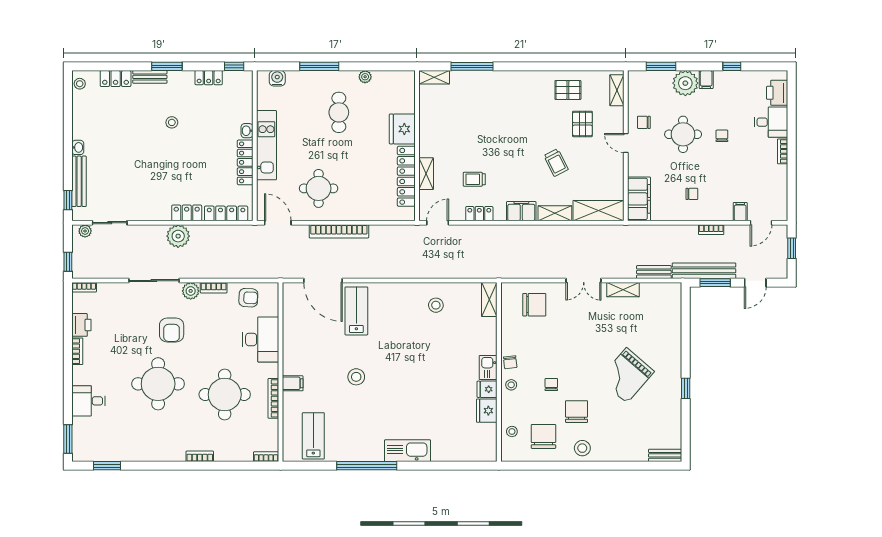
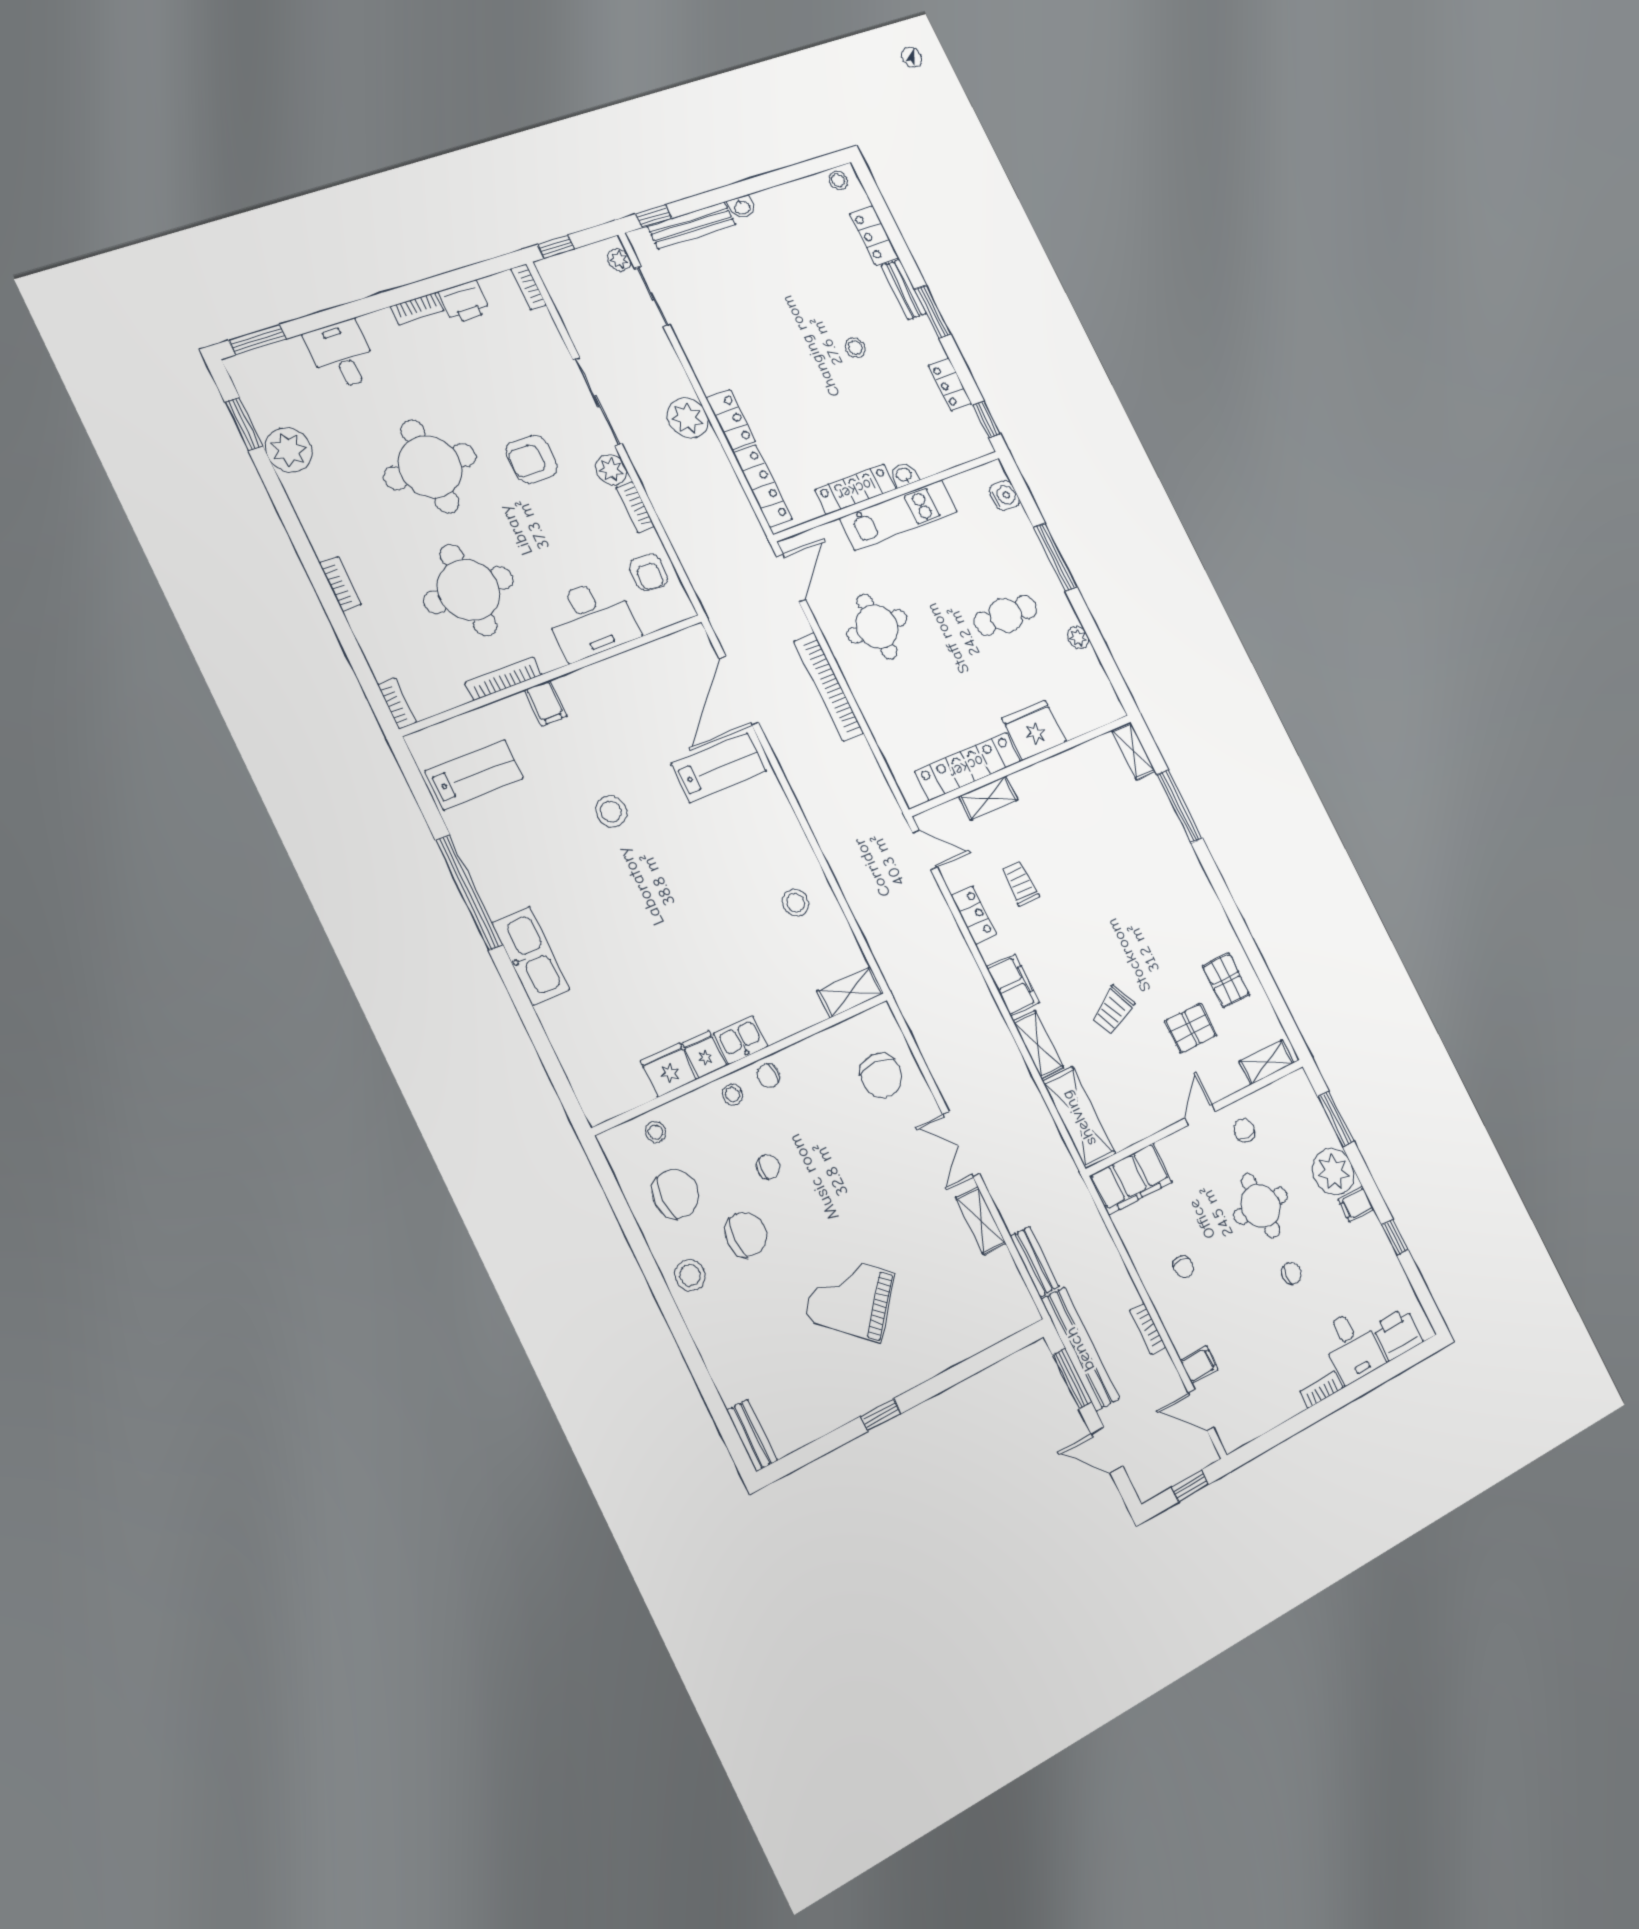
plant: (127, 450) -> (289, 450), added

